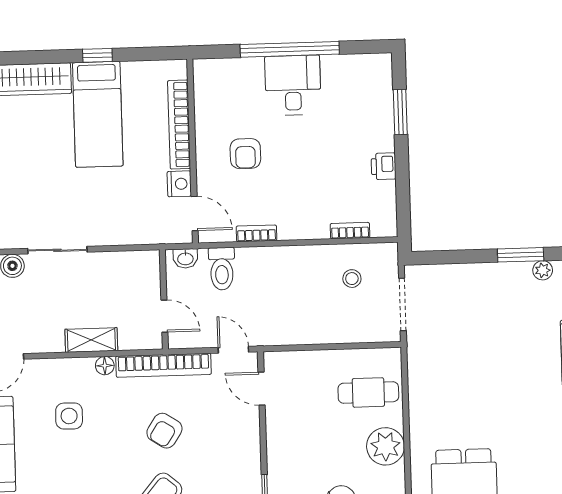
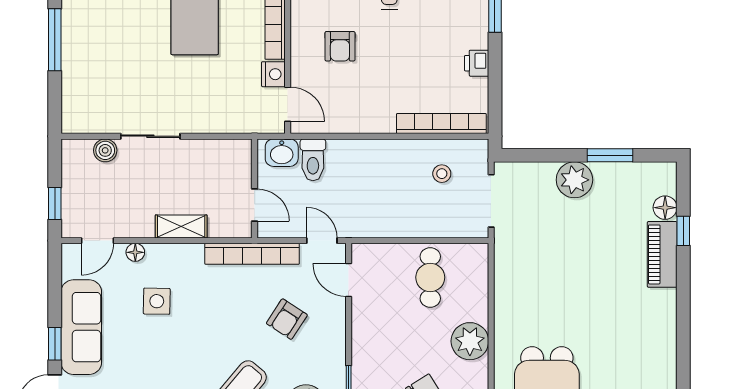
bookcase: (350, 231) -> (441, 124), width x2.31, depth x1.31
bookcase: (256, 233) -> (348, 126), removed
washbasin: (185, 258) -> (282, 153), width x1.38, depth x1.45
plant: (543, 270) -> (574, 180), moved, width x1.88, depth x1.88
floor lamp: (105, 366) -> (135, 252), moved
cafe table: (368, 392) -> (430, 277), moved, turned 90
armchair: (164, 431) -> (287, 319), moved

